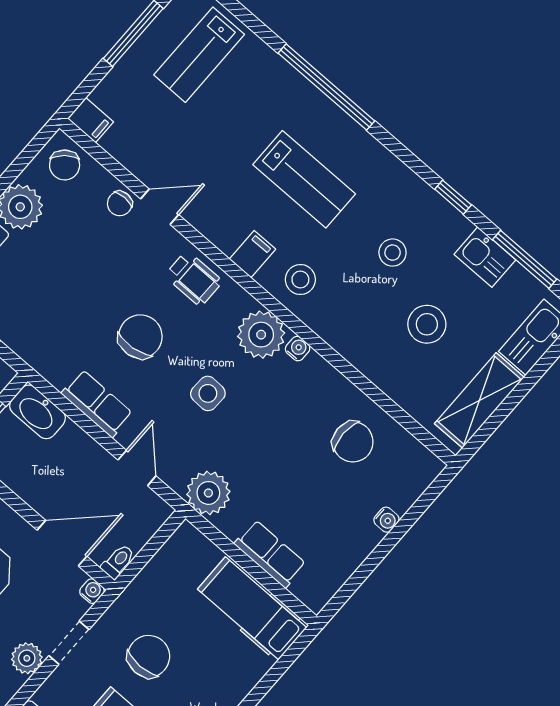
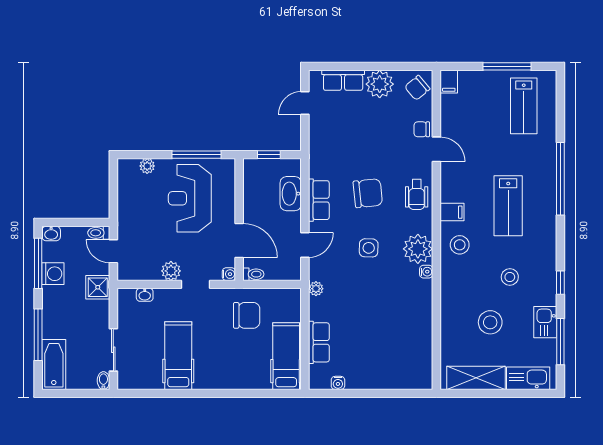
lab bench: (199, 55) -> (524, 106), turned -90
washbasin: (37, 412) -> (291, 194), moved
chair: (353, 442) -> (405, 336), removed
plant: (208, 493) -> (316, 289), width x0.53, depth x0.53
water cooler: (386, 520) -> (338, 383), moved
chair: (149, 656) -> (247, 315), moved

